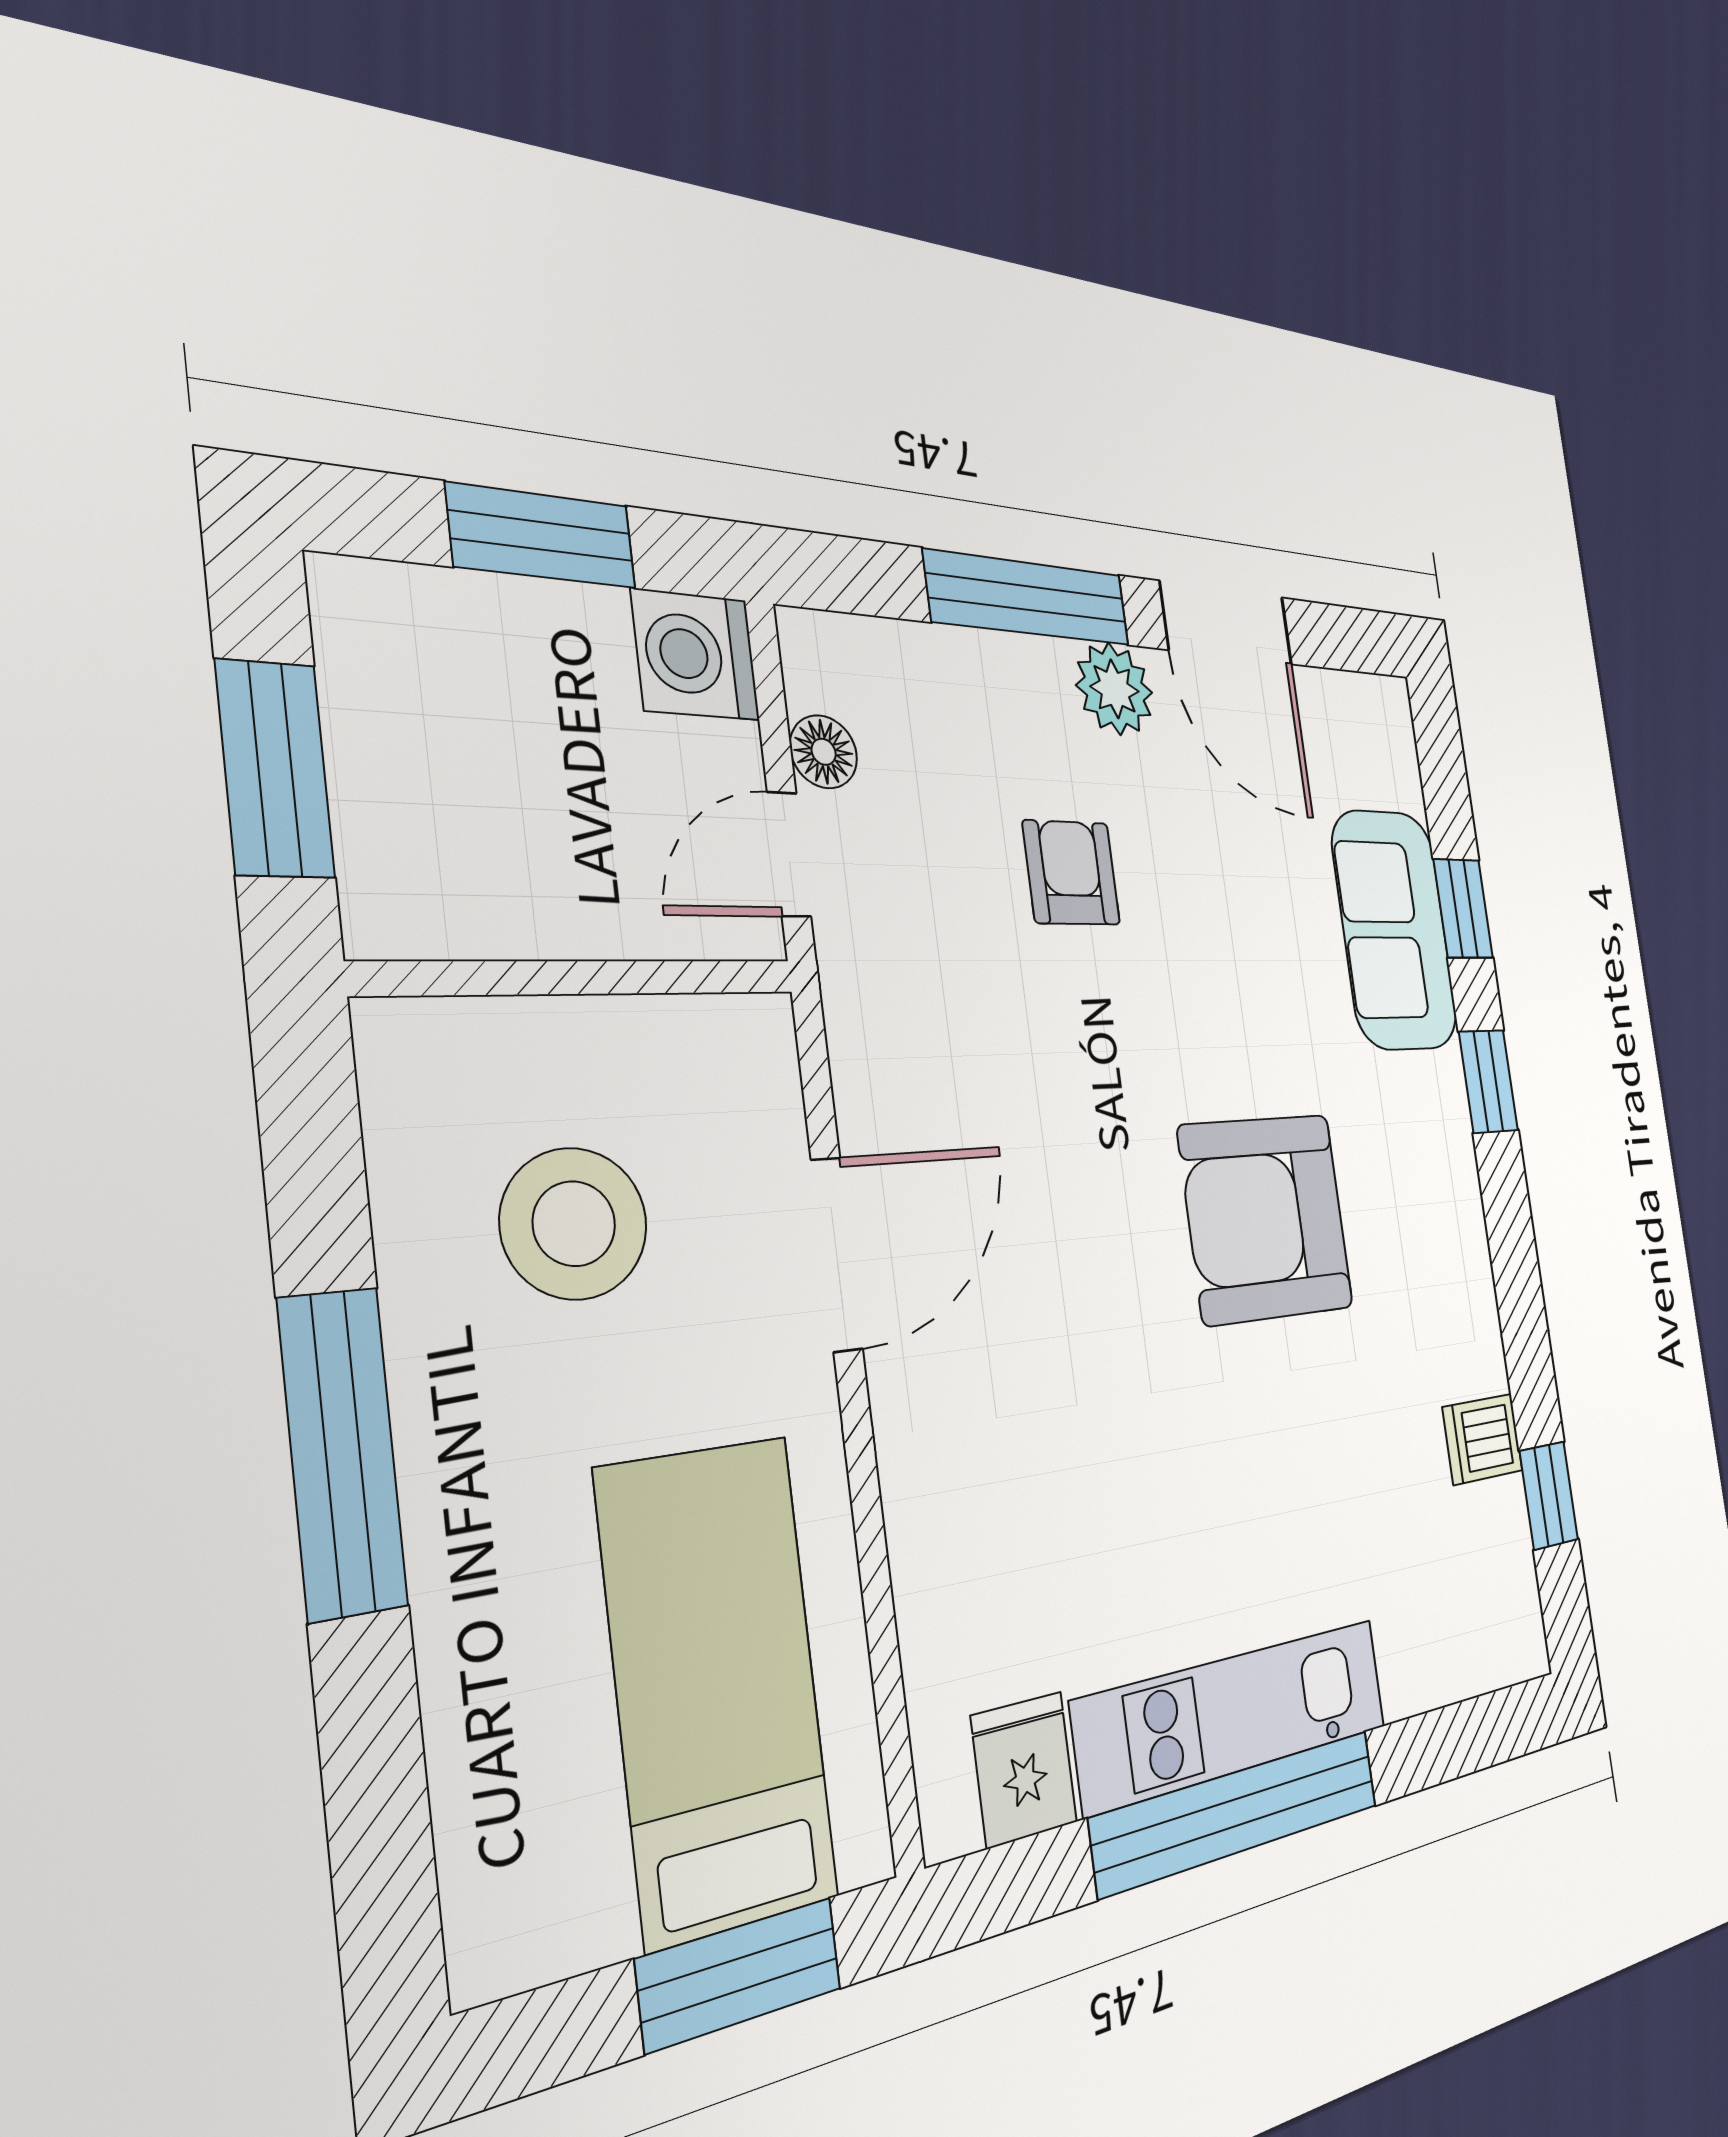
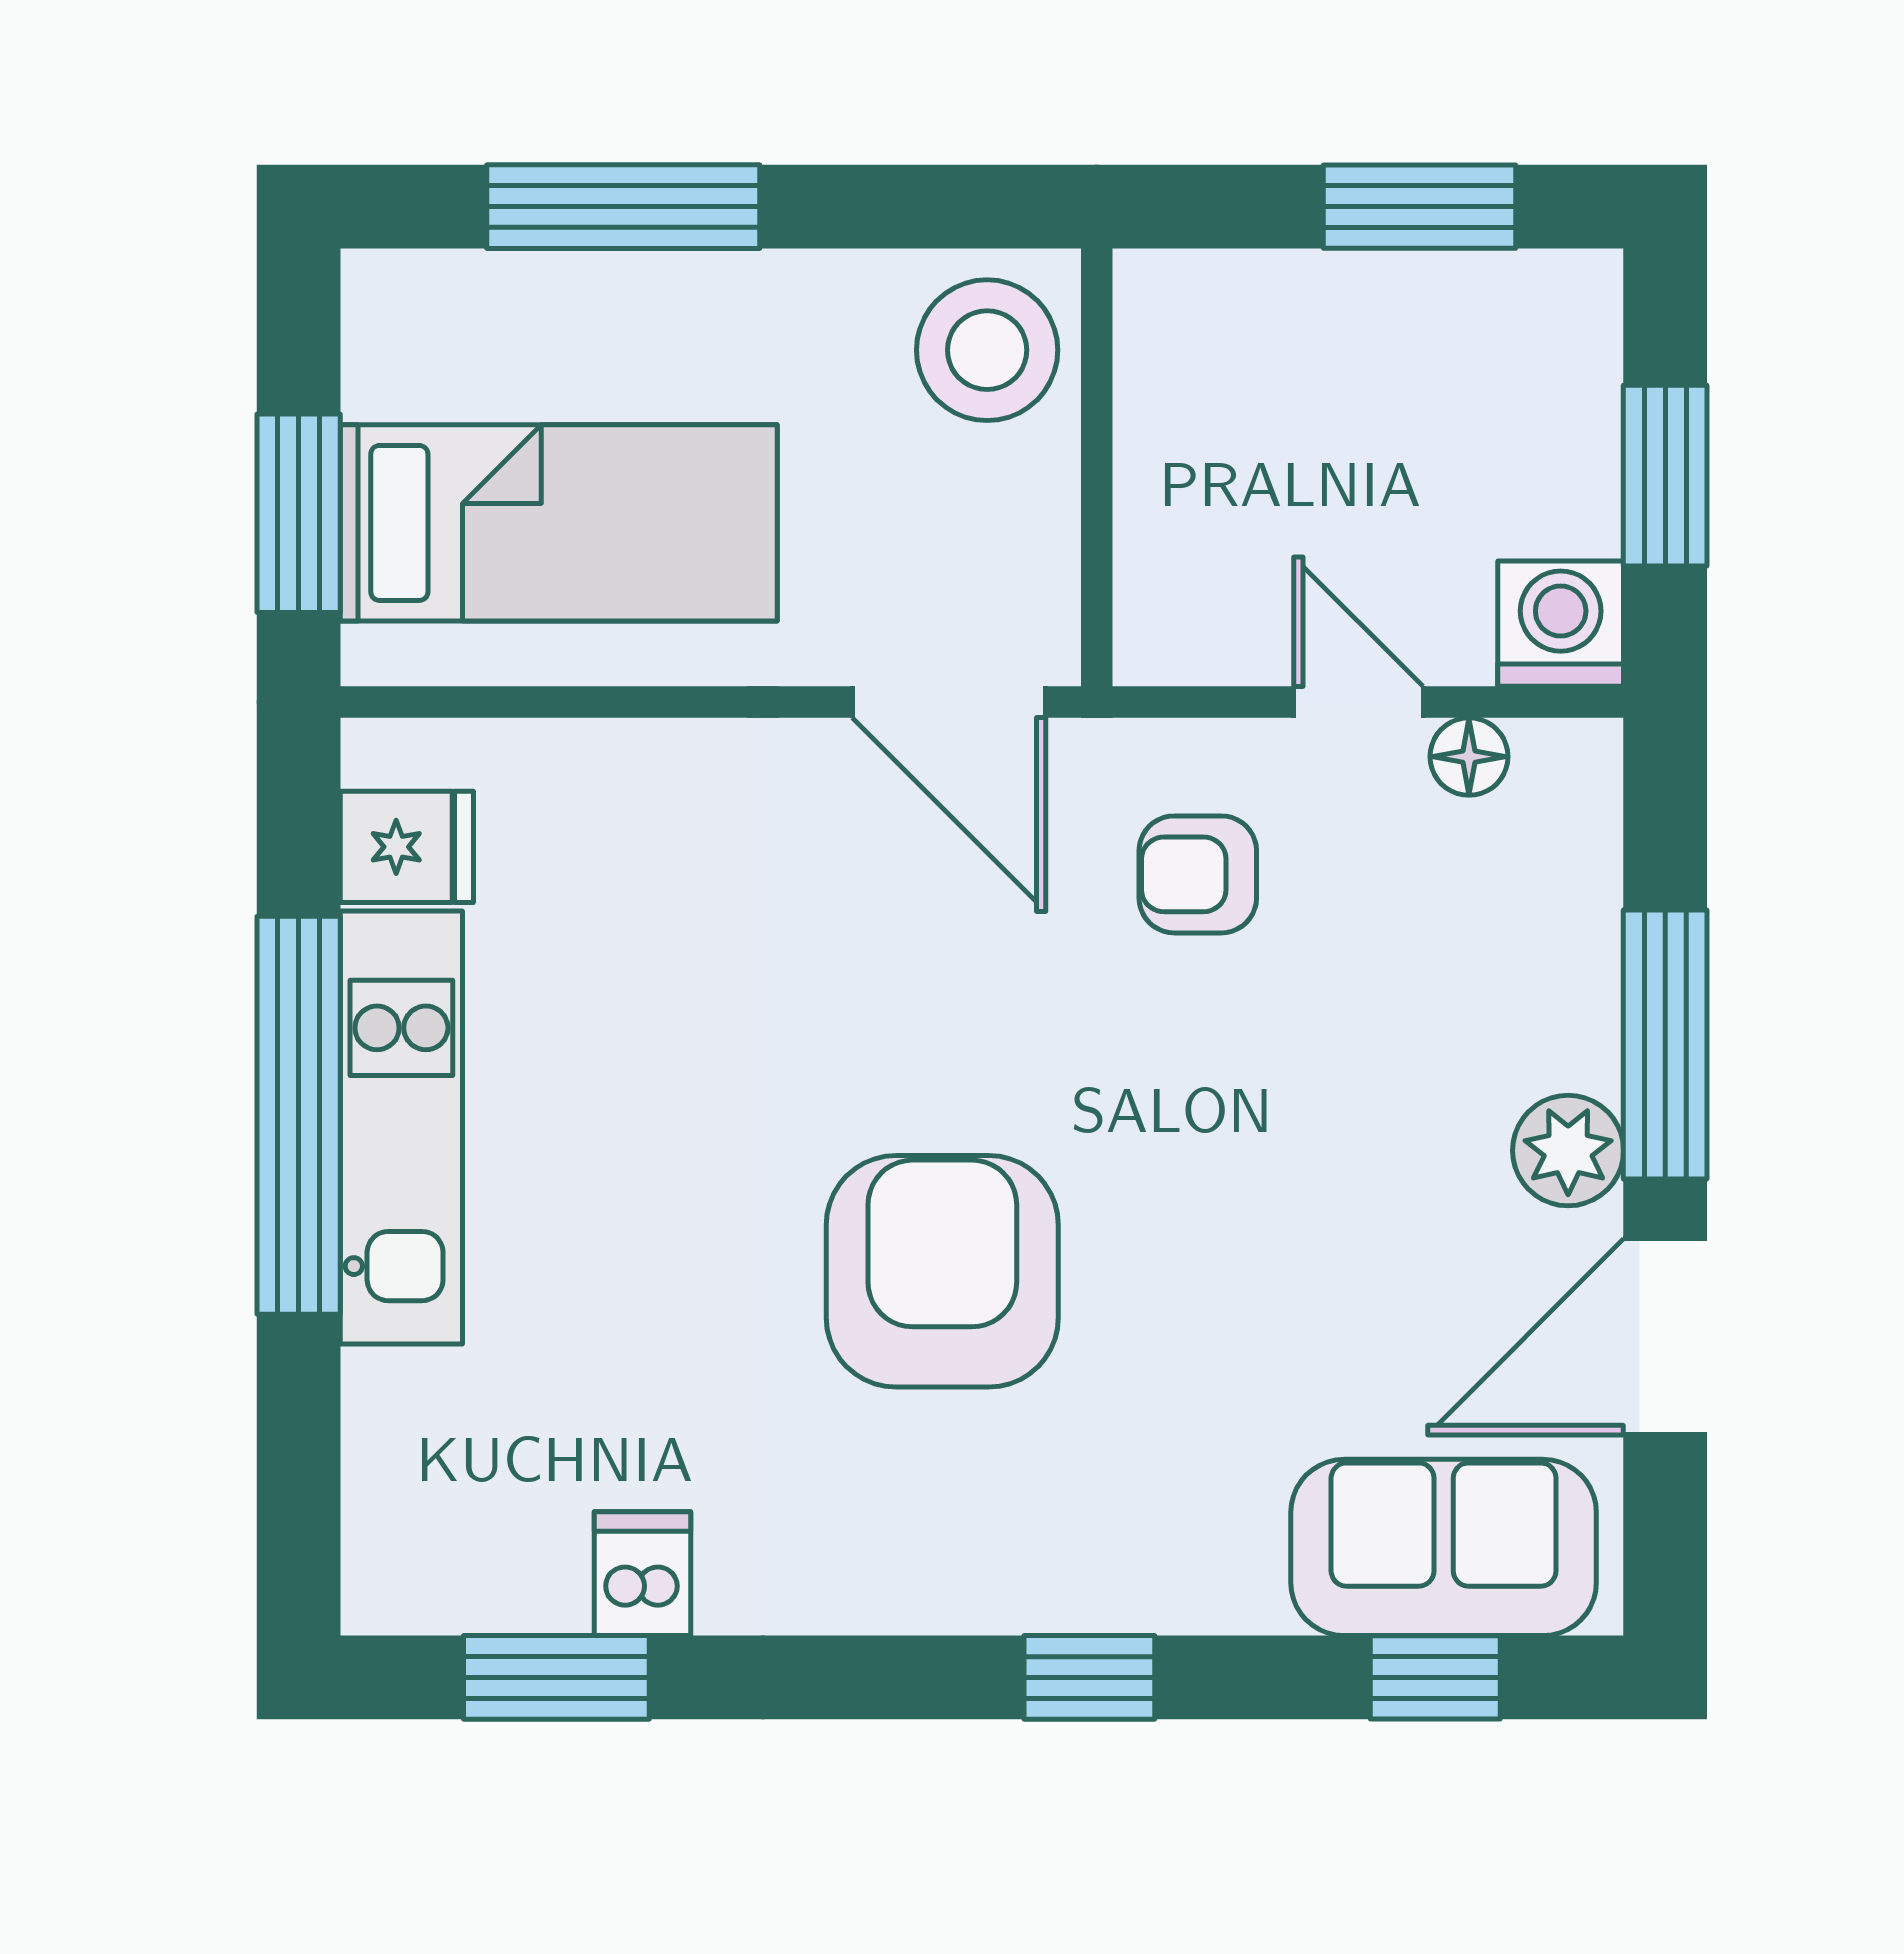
armchair: (1071, 873) -> (1198, 874), moved, turned 180
window: (1463, 909) -> (1435, 1677), moved
sofa: (1395, 930) -> (1444, 1547), moved
wall: (583, 977) -> (1097, 467), moved
stool: (574, 1224) -> (987, 350), moved
window: (343, 1453) -> (623, 207), moved
window: (1549, 1495) -> (556, 1677), width x1.50

